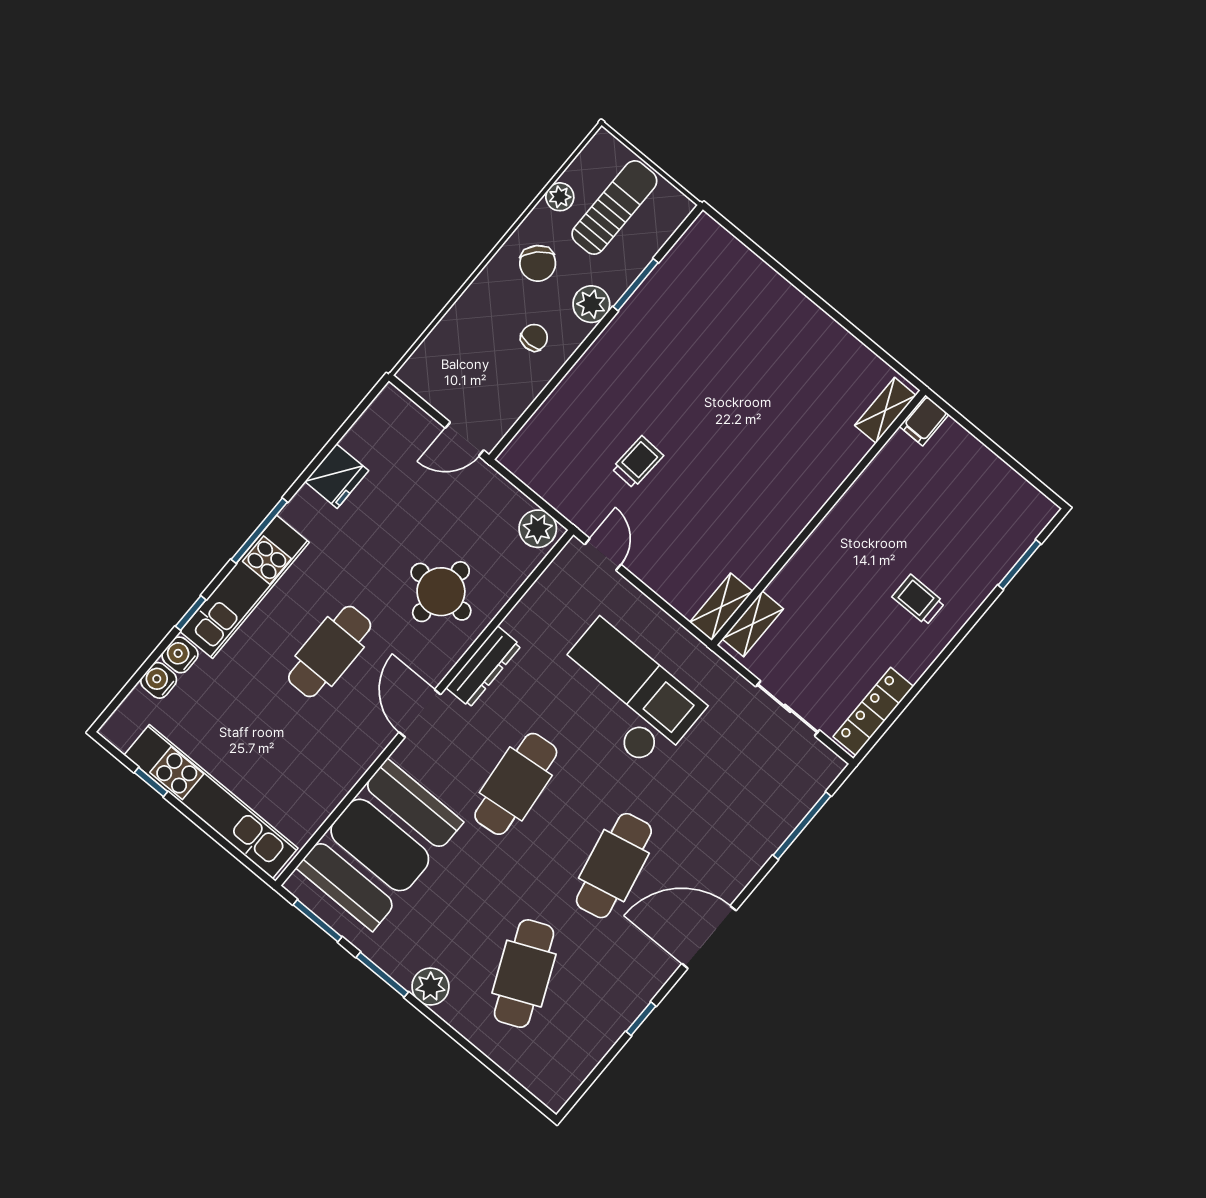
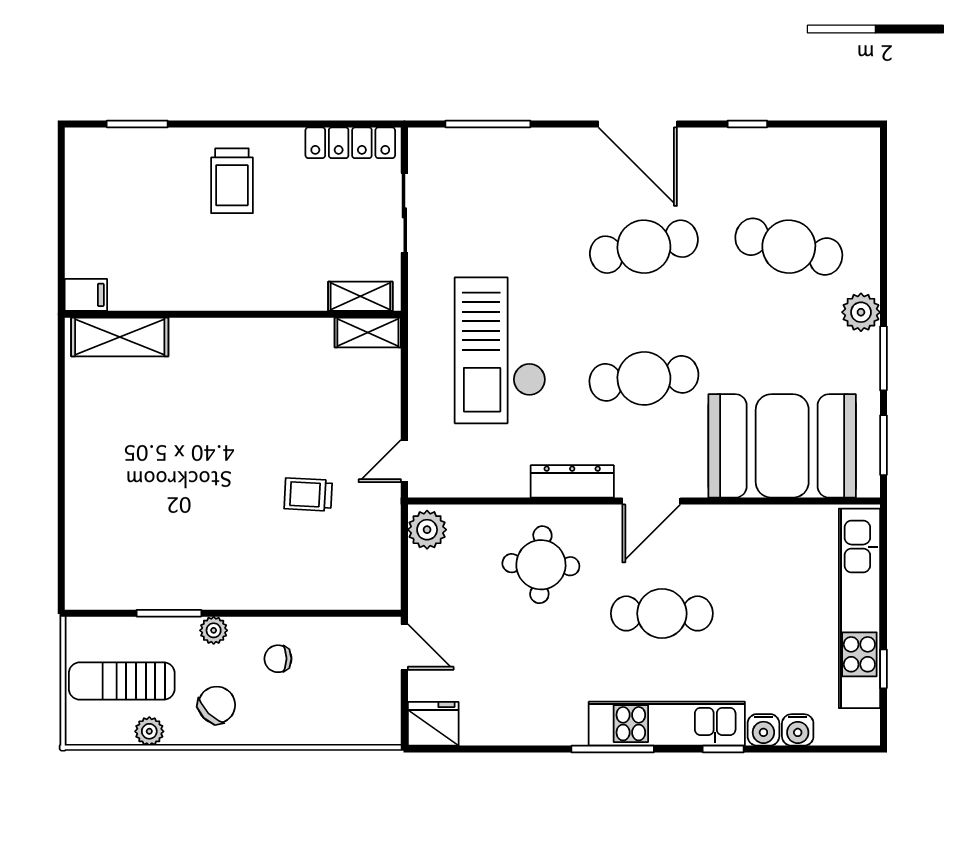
plant: (591, 304) -> (214, 630), width x0.73, depth x0.73
shelving: (885, 410) -> (120, 337), width x1.50, depth x1.33
fridge: (337, 476) -> (433, 724), moved
trolley: (918, 600) -> (232, 181), width x1.36, depth x1.39
cafe table: (524, 974) -> (789, 247), turned 39

